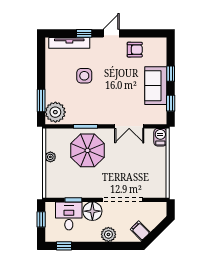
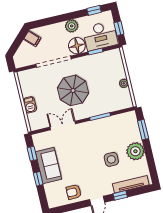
plant: (55, 112) -> (135, 151), moved
barbecue: (160, 137) -> (30, 105), moved
parasol: (88, 150) -> (73, 90), moved
desk: (69, 216) -> (100, 36), width x1.37
plant: (108, 234) -> (72, 26), moved

